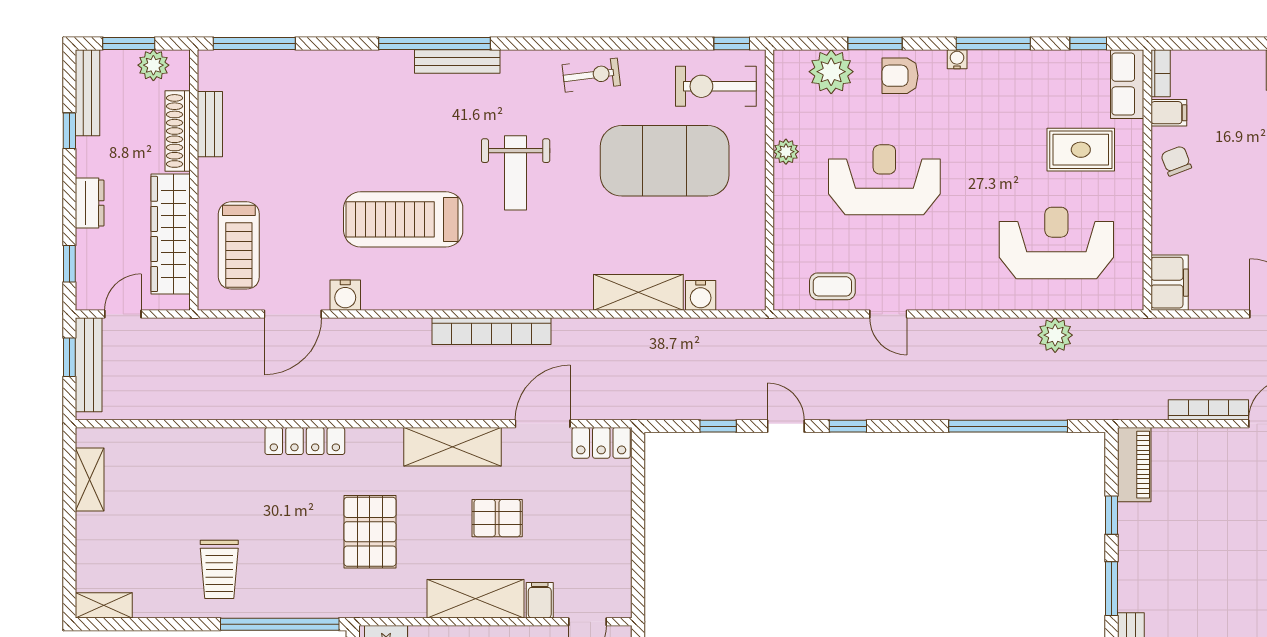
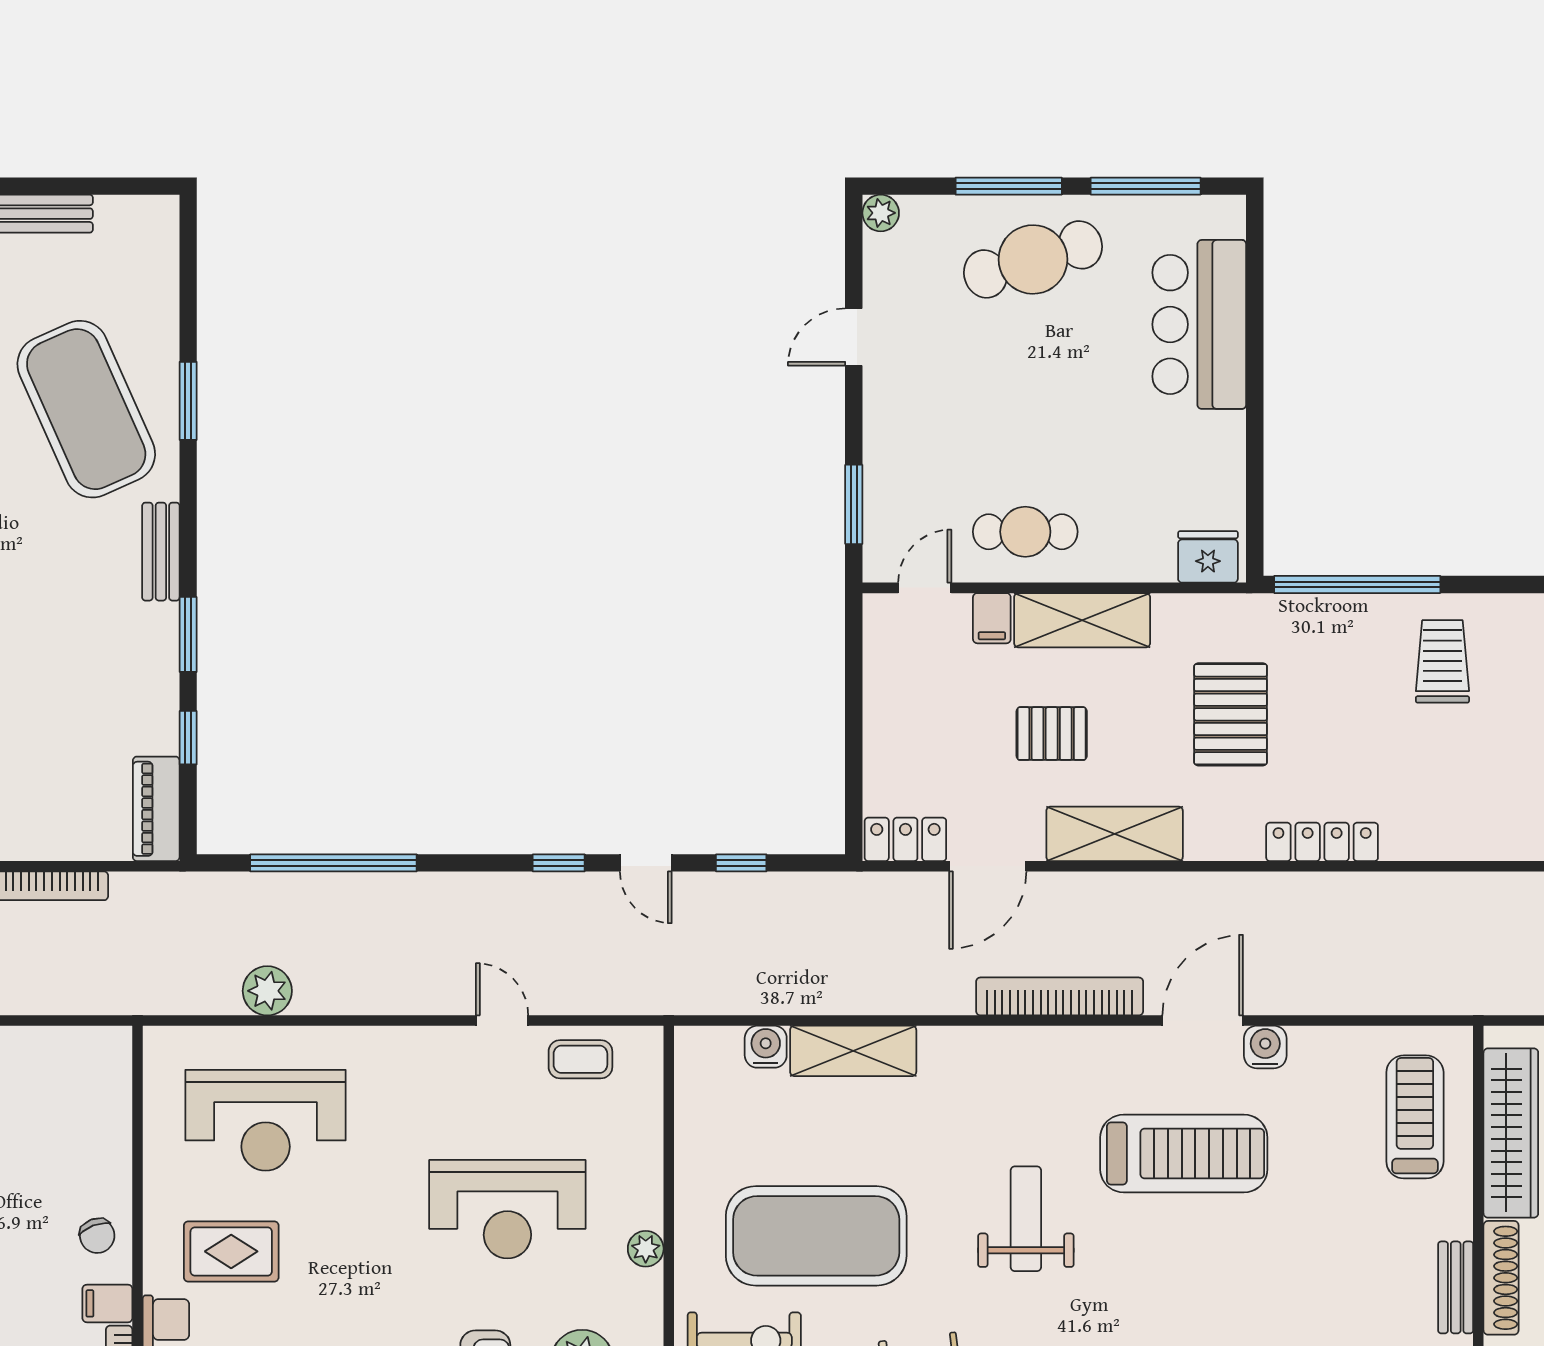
filing cabinet: (1170, 283) -> (106, 1065), removed
door: (293, 314) -> (1203, 1021), moved

